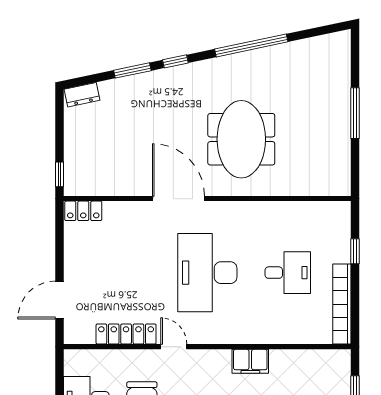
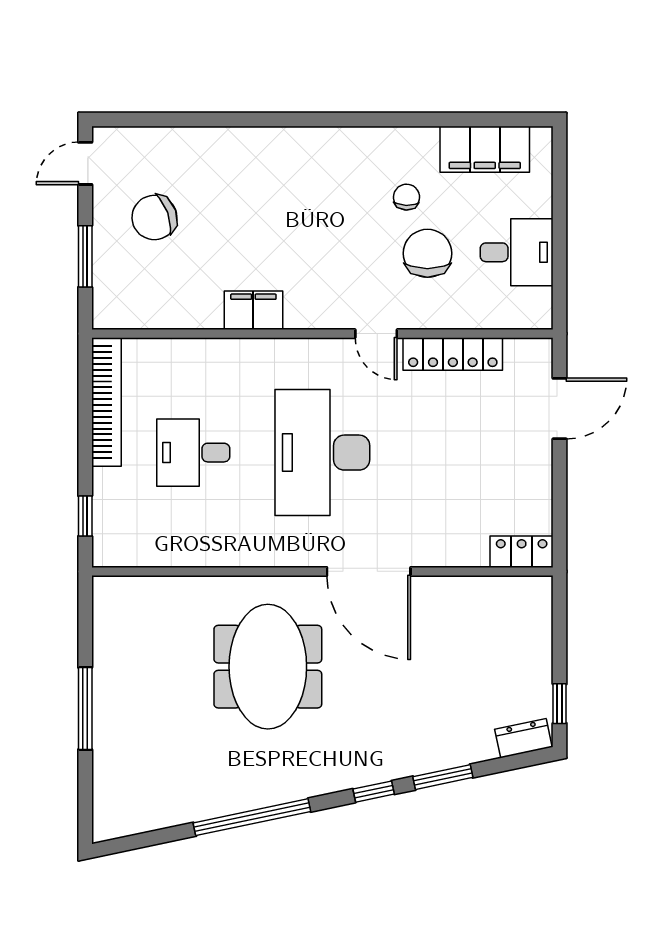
window: (60, 174) -> (560, 704), moved
window: (355, 251) -> (85, 516), moved
desk: (207, 273) -> (322, 453), turned 180

